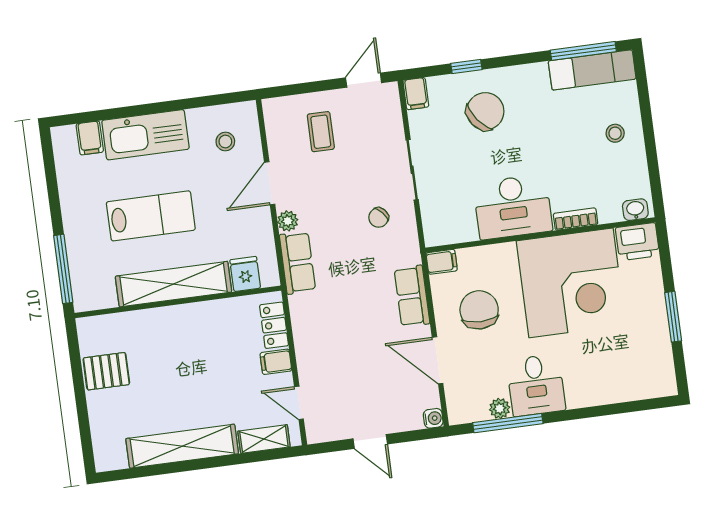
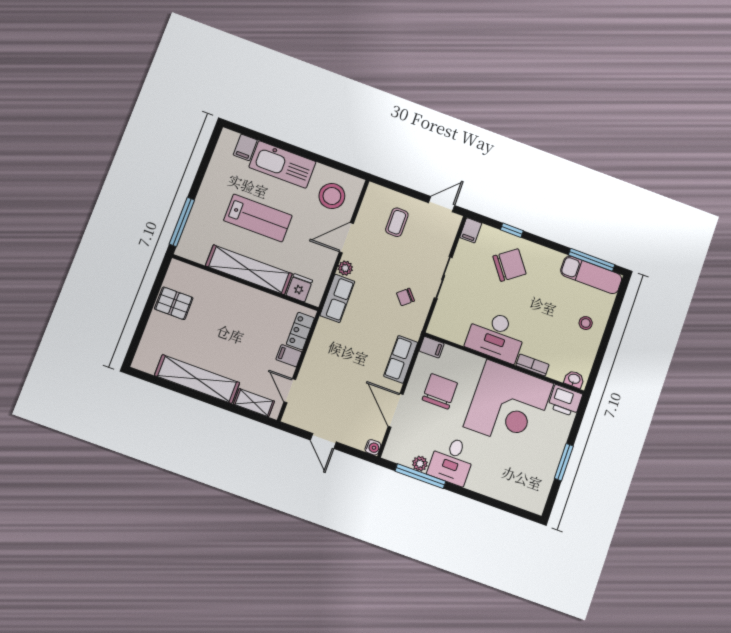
stool: (225, 142) -> (332, 196), width x1.89, depth x1.89

